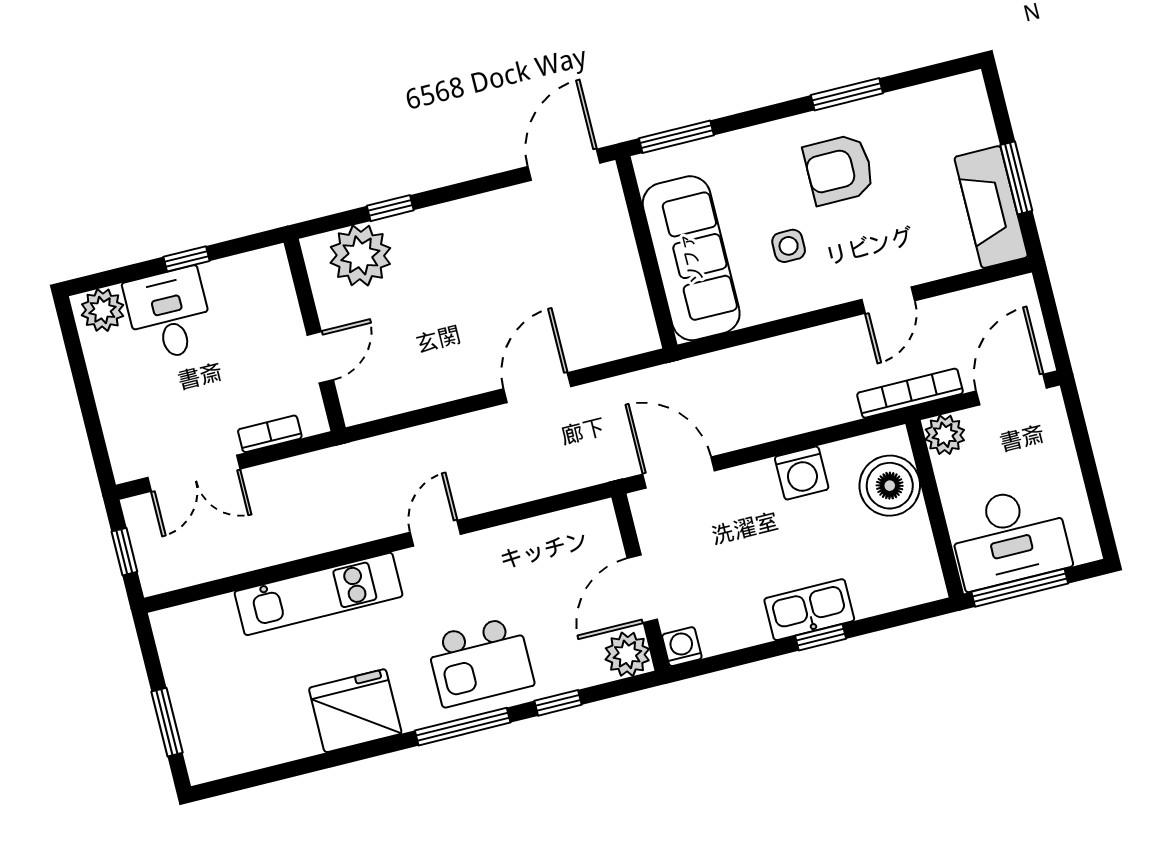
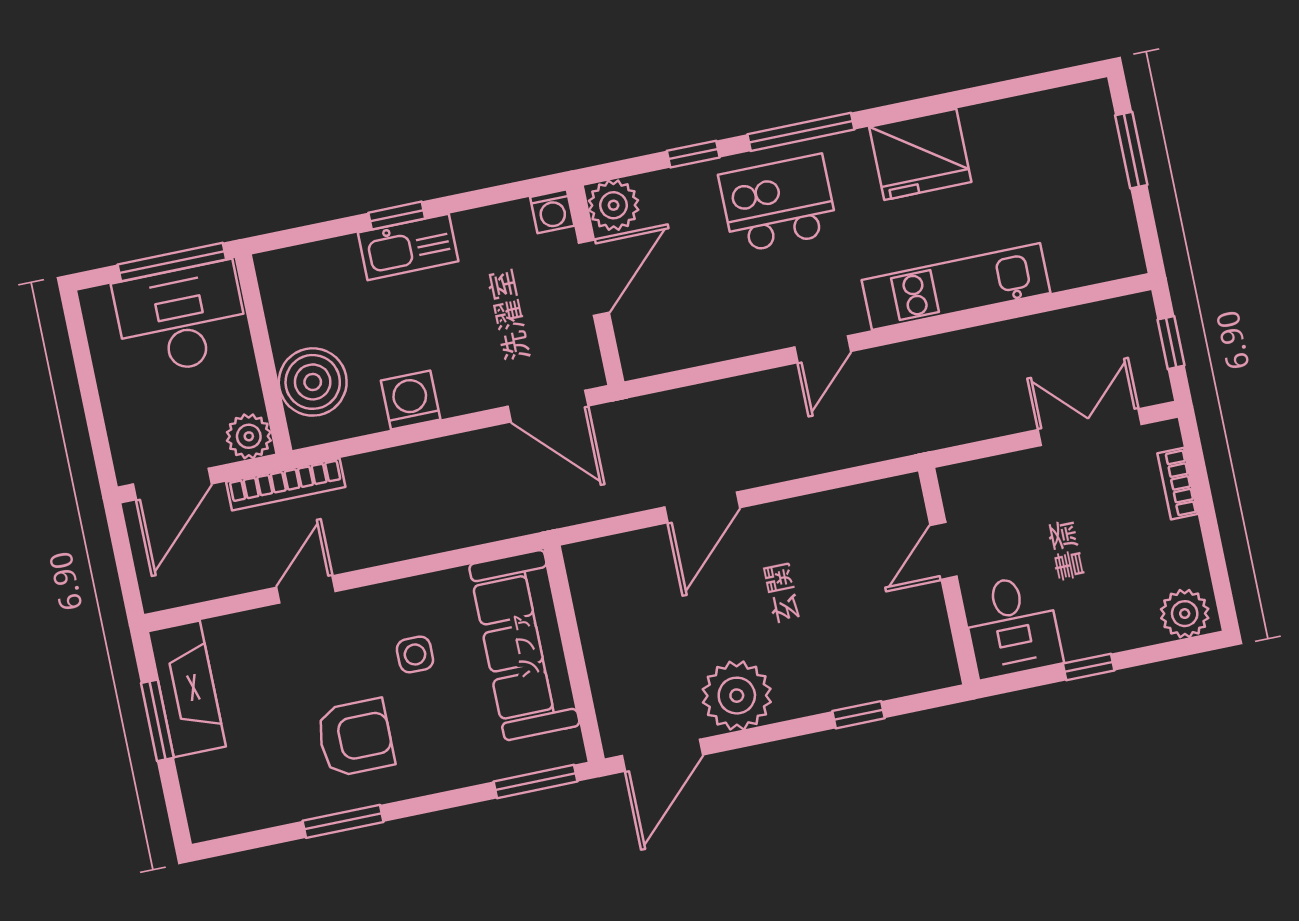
plant: (360, 255) -> (737, 696), moved
desk: (169, 314) -> (1012, 626), moved
bookcase: (270, 434) -> (1178, 484), moved, turned 90

